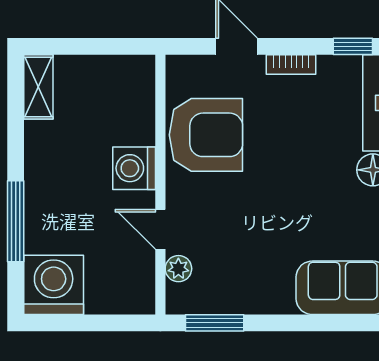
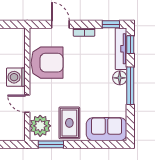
plant: (178, 269) -> (40, 126), width x1.88, depth x1.88
rug: (257, 273) -> (69, 123), added

